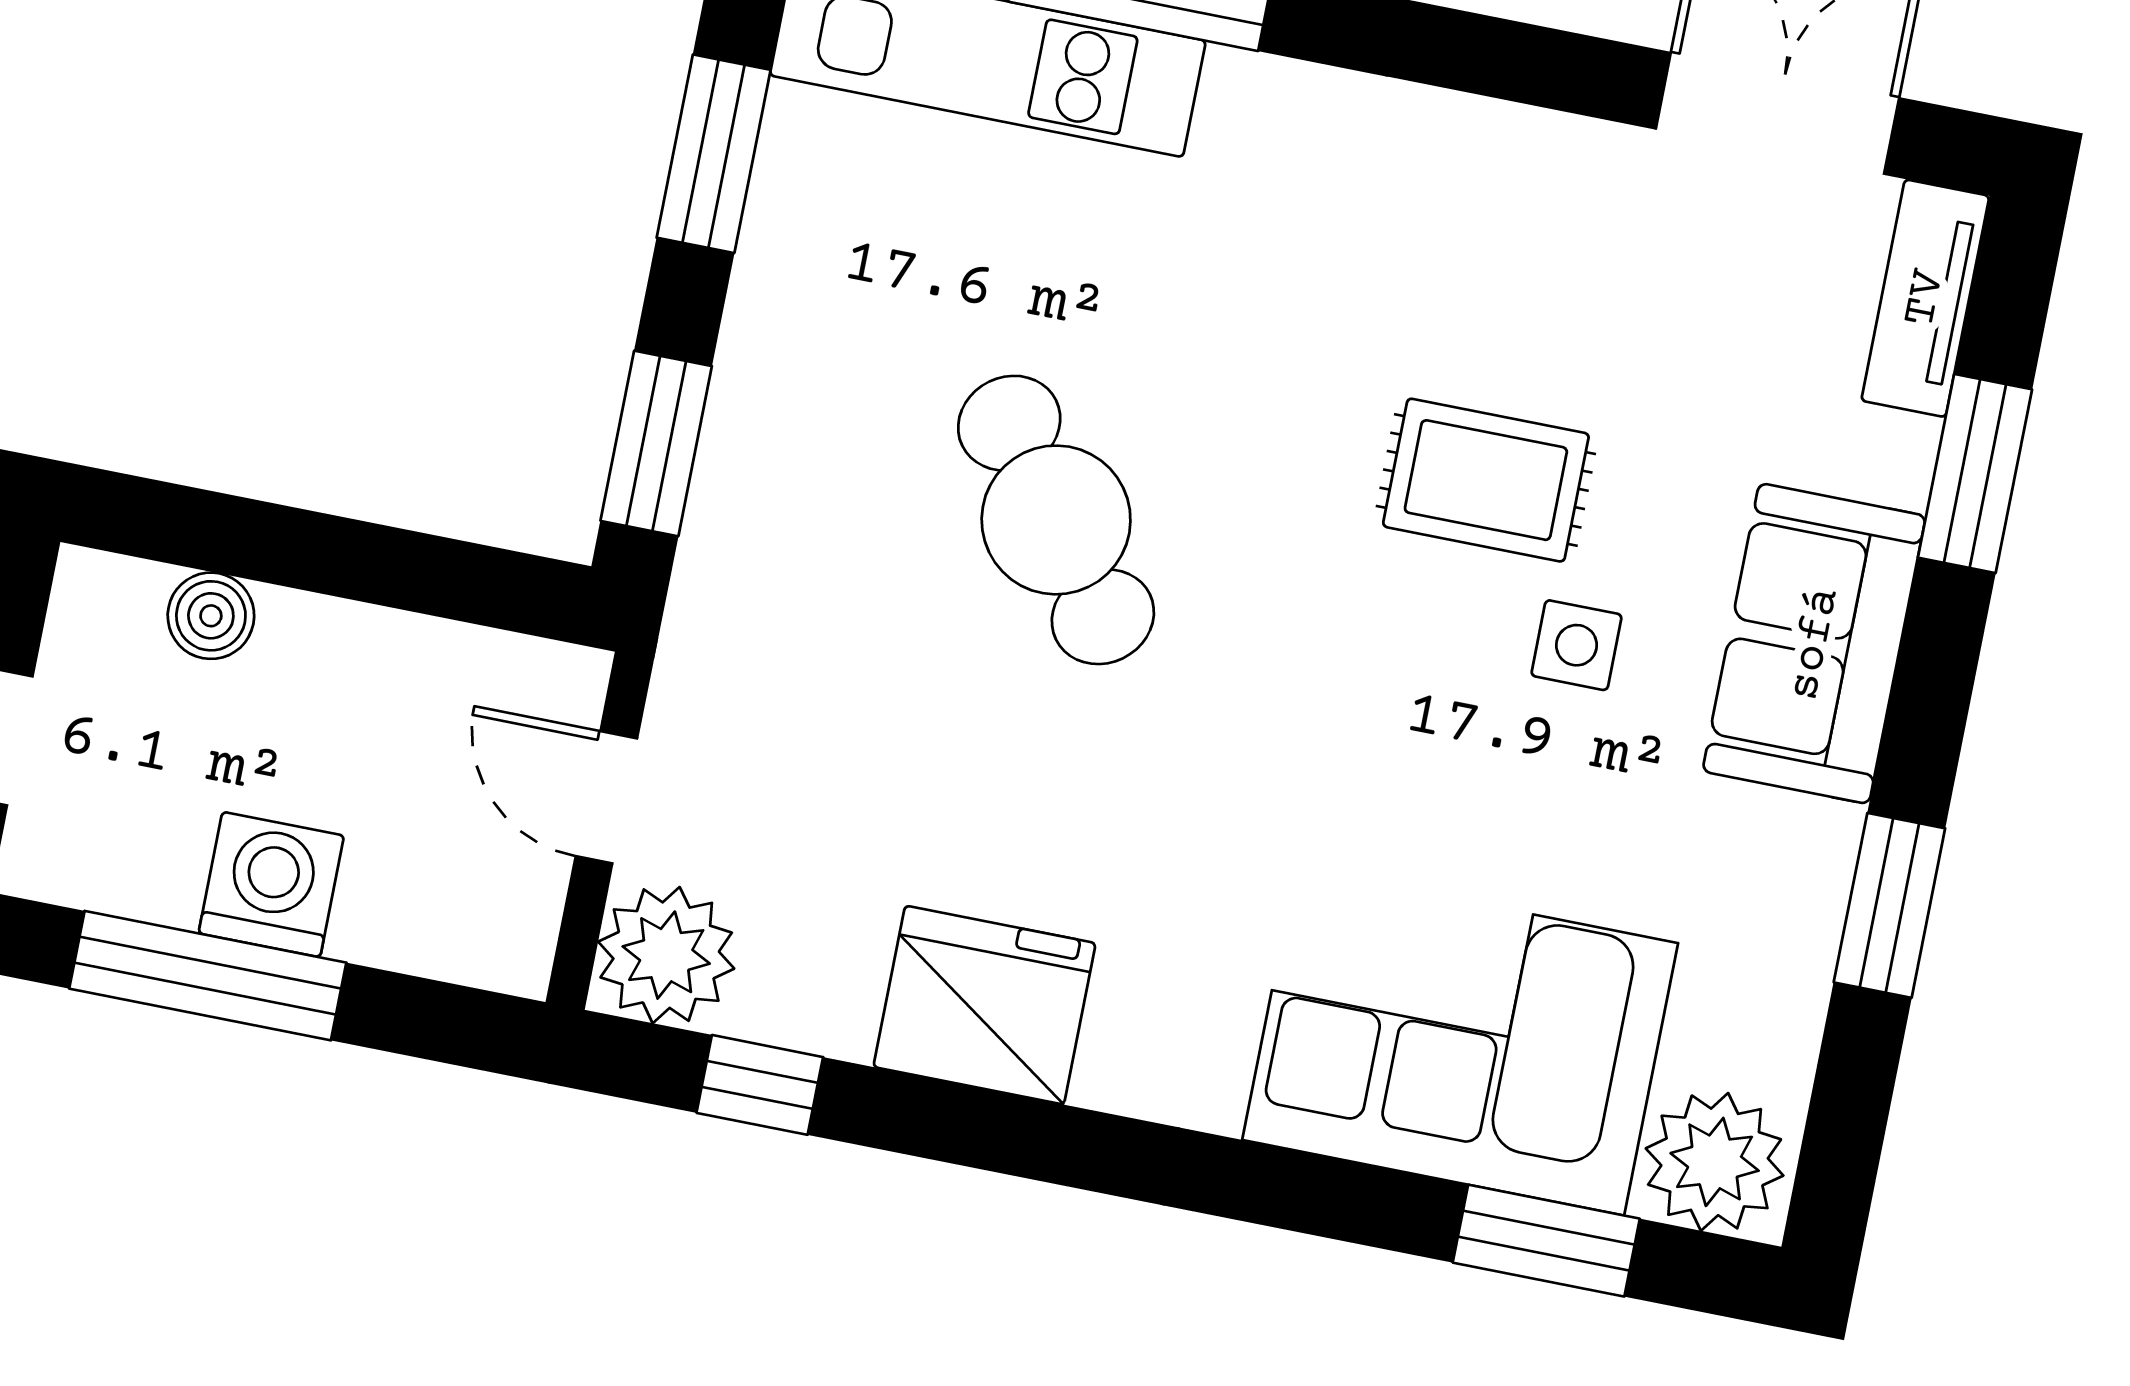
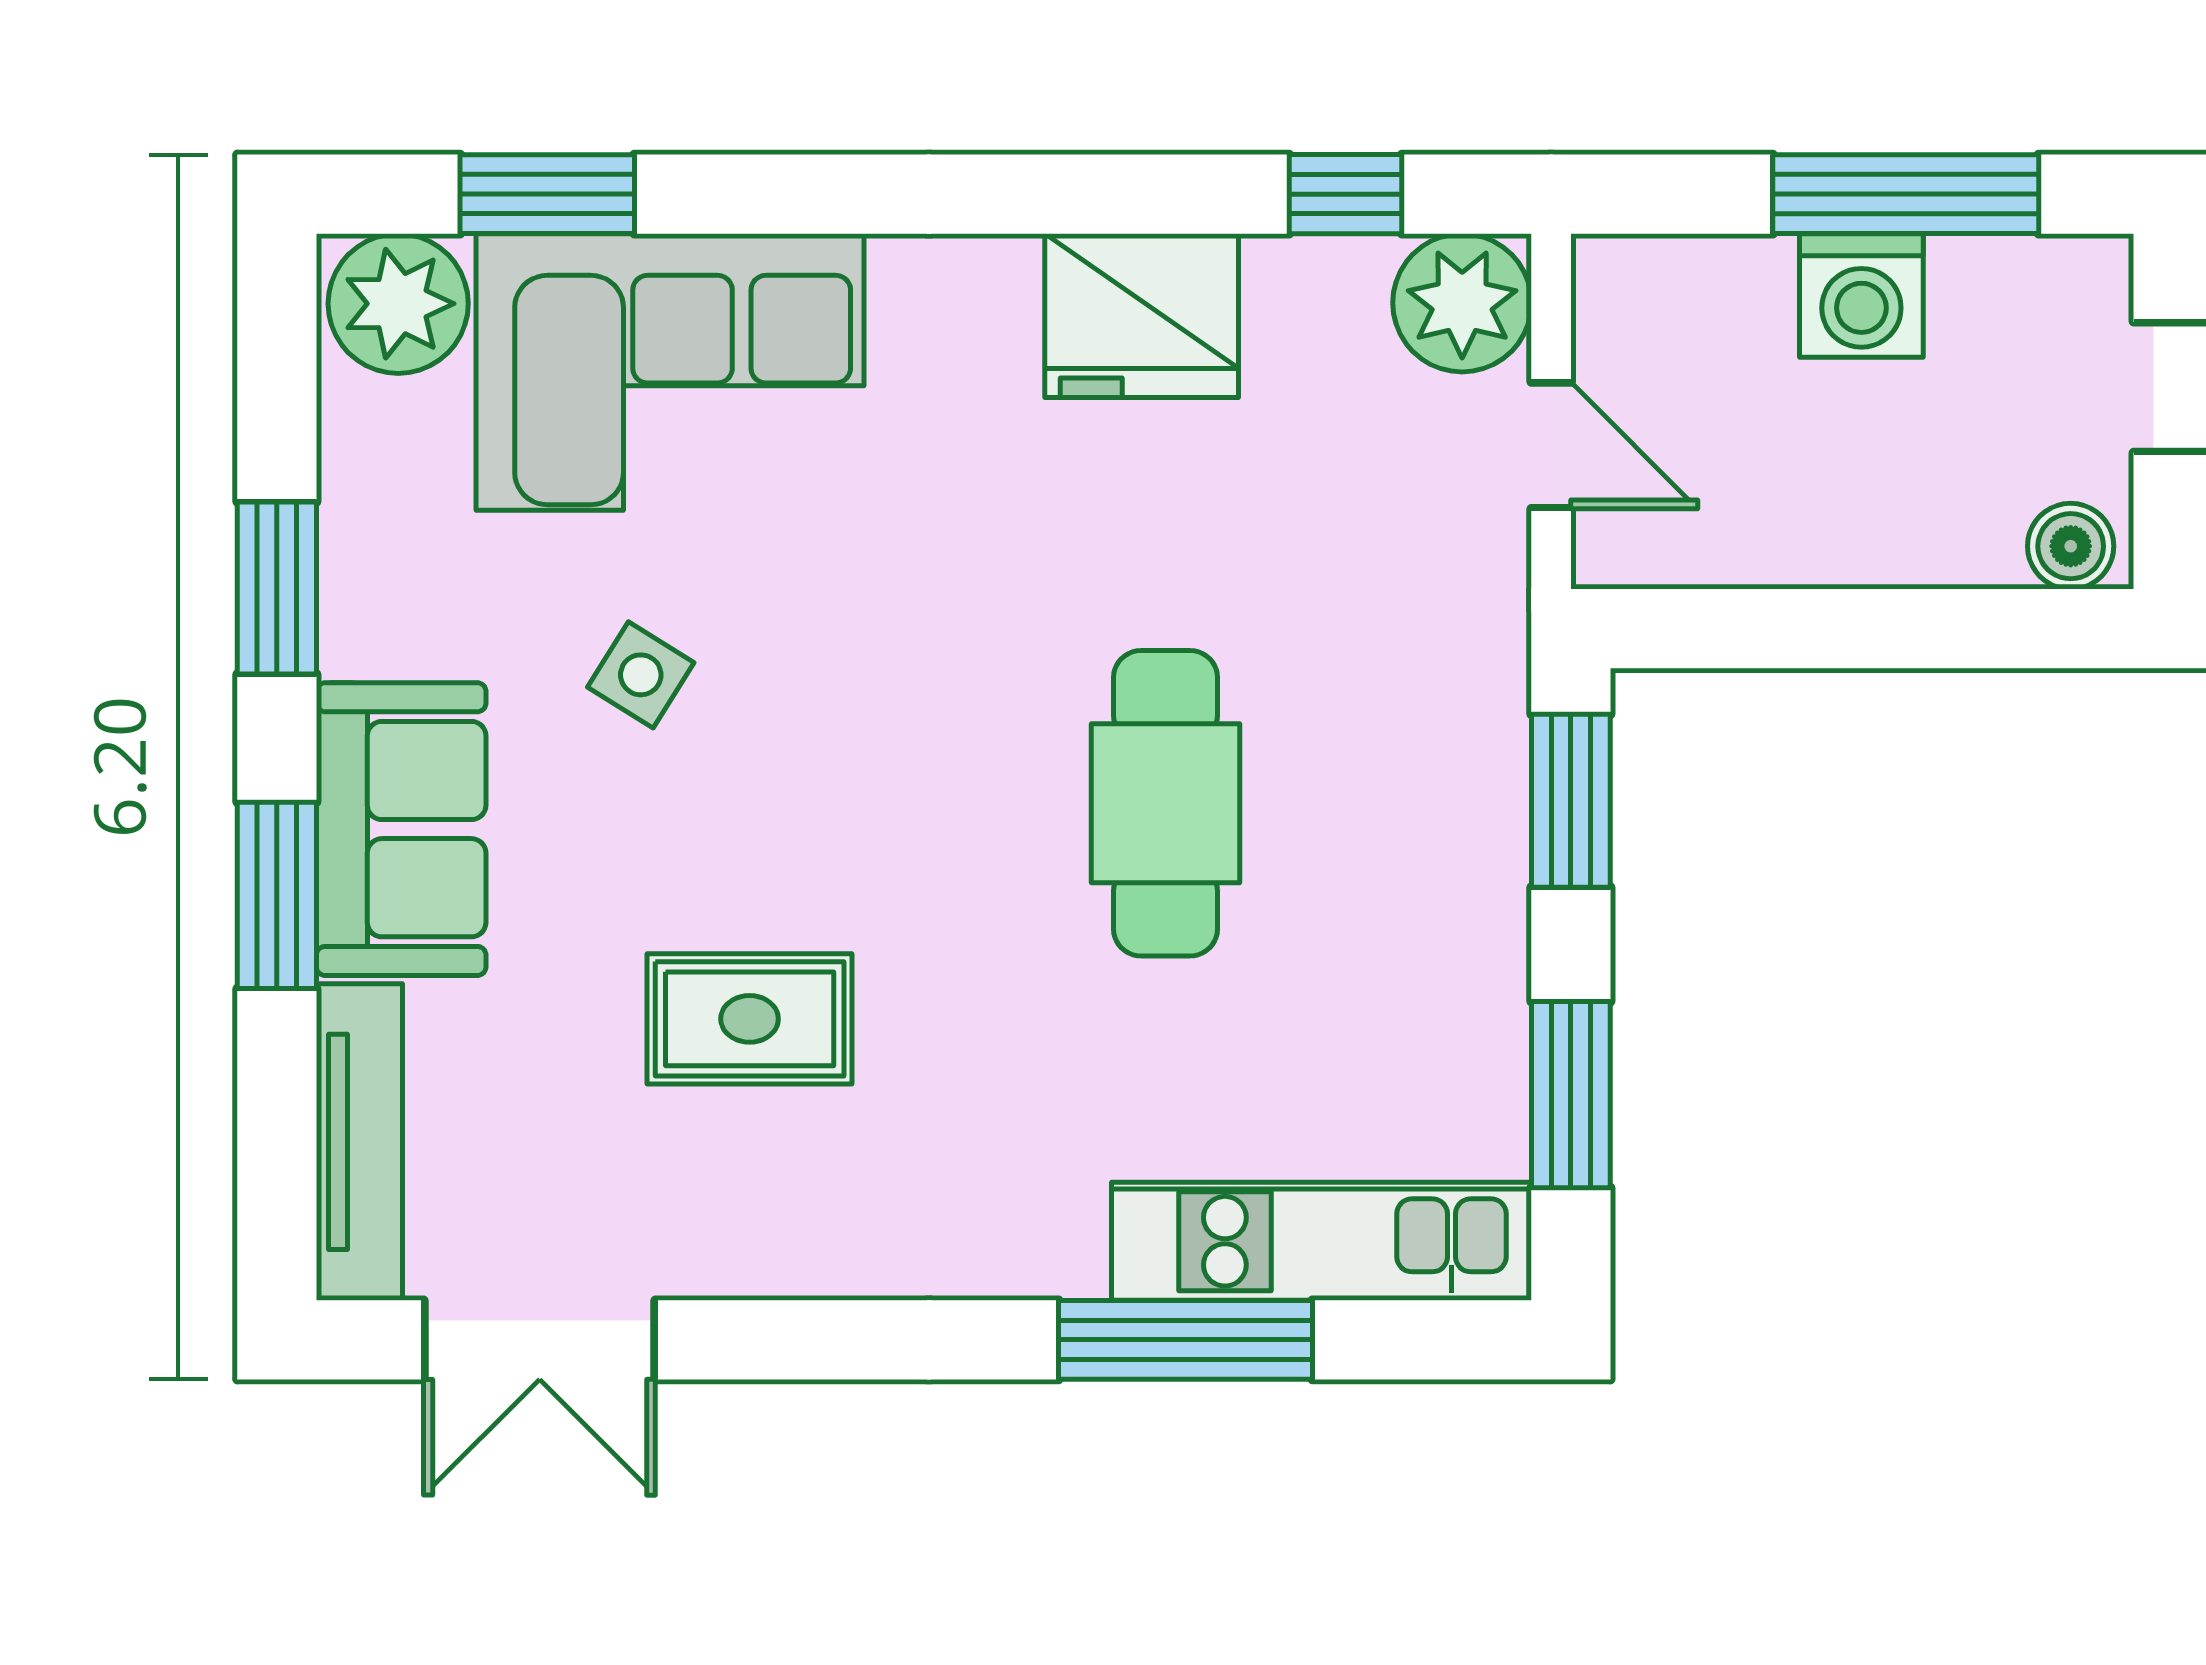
tv unit: (1925, 298) -> (359, 1142), width x1.41
window: (1975, 474) -> (277, 895), moved
rug: (1486, 480) -> (750, 1019), moved
cafe table: (1056, 520) -> (1165, 803), turned 37
boiler: (211, 616) -> (2071, 546), moved
side table: (1577, 645) -> (641, 675), moved, turned 32

